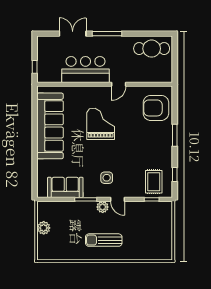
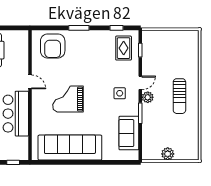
rug: (154, 182) -> (124, 48), turned 90

